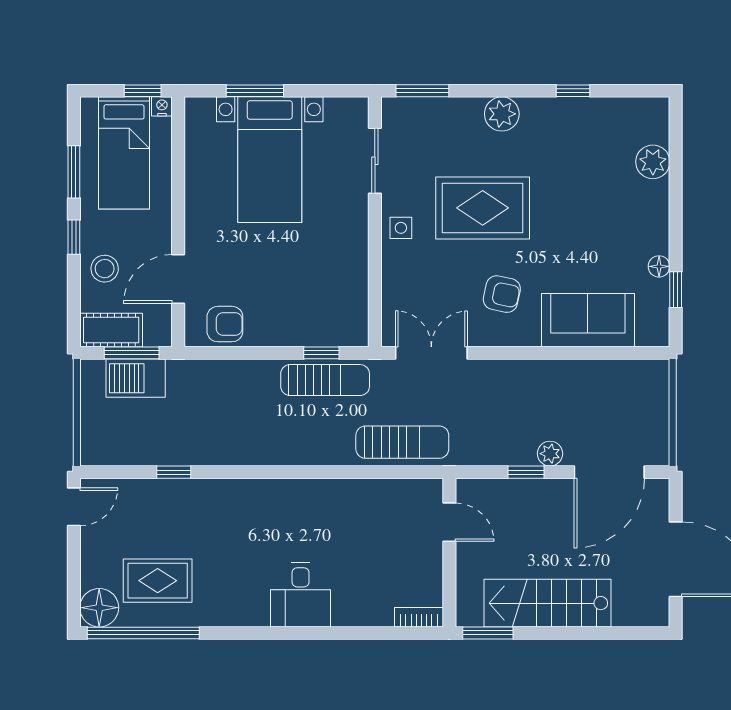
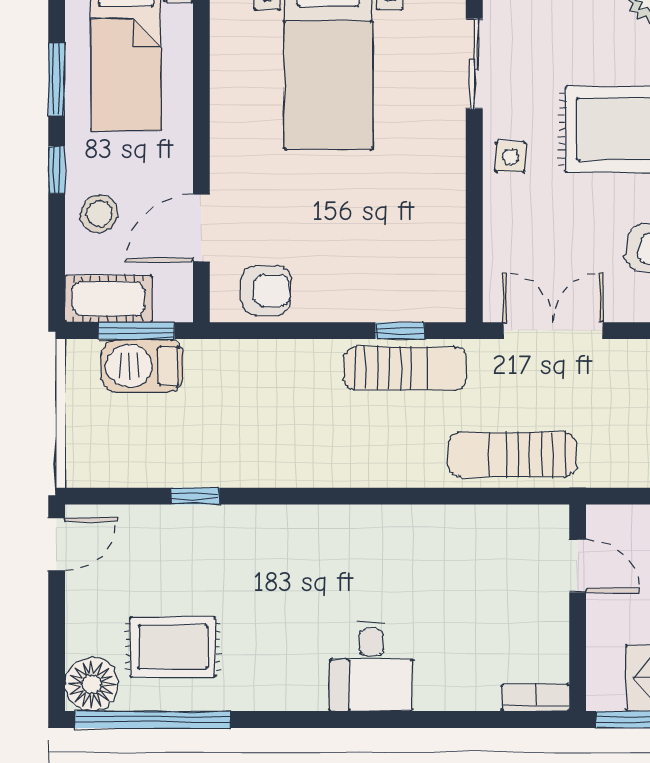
sun lounger: (402, 442) -> (512, 455), turned 180

